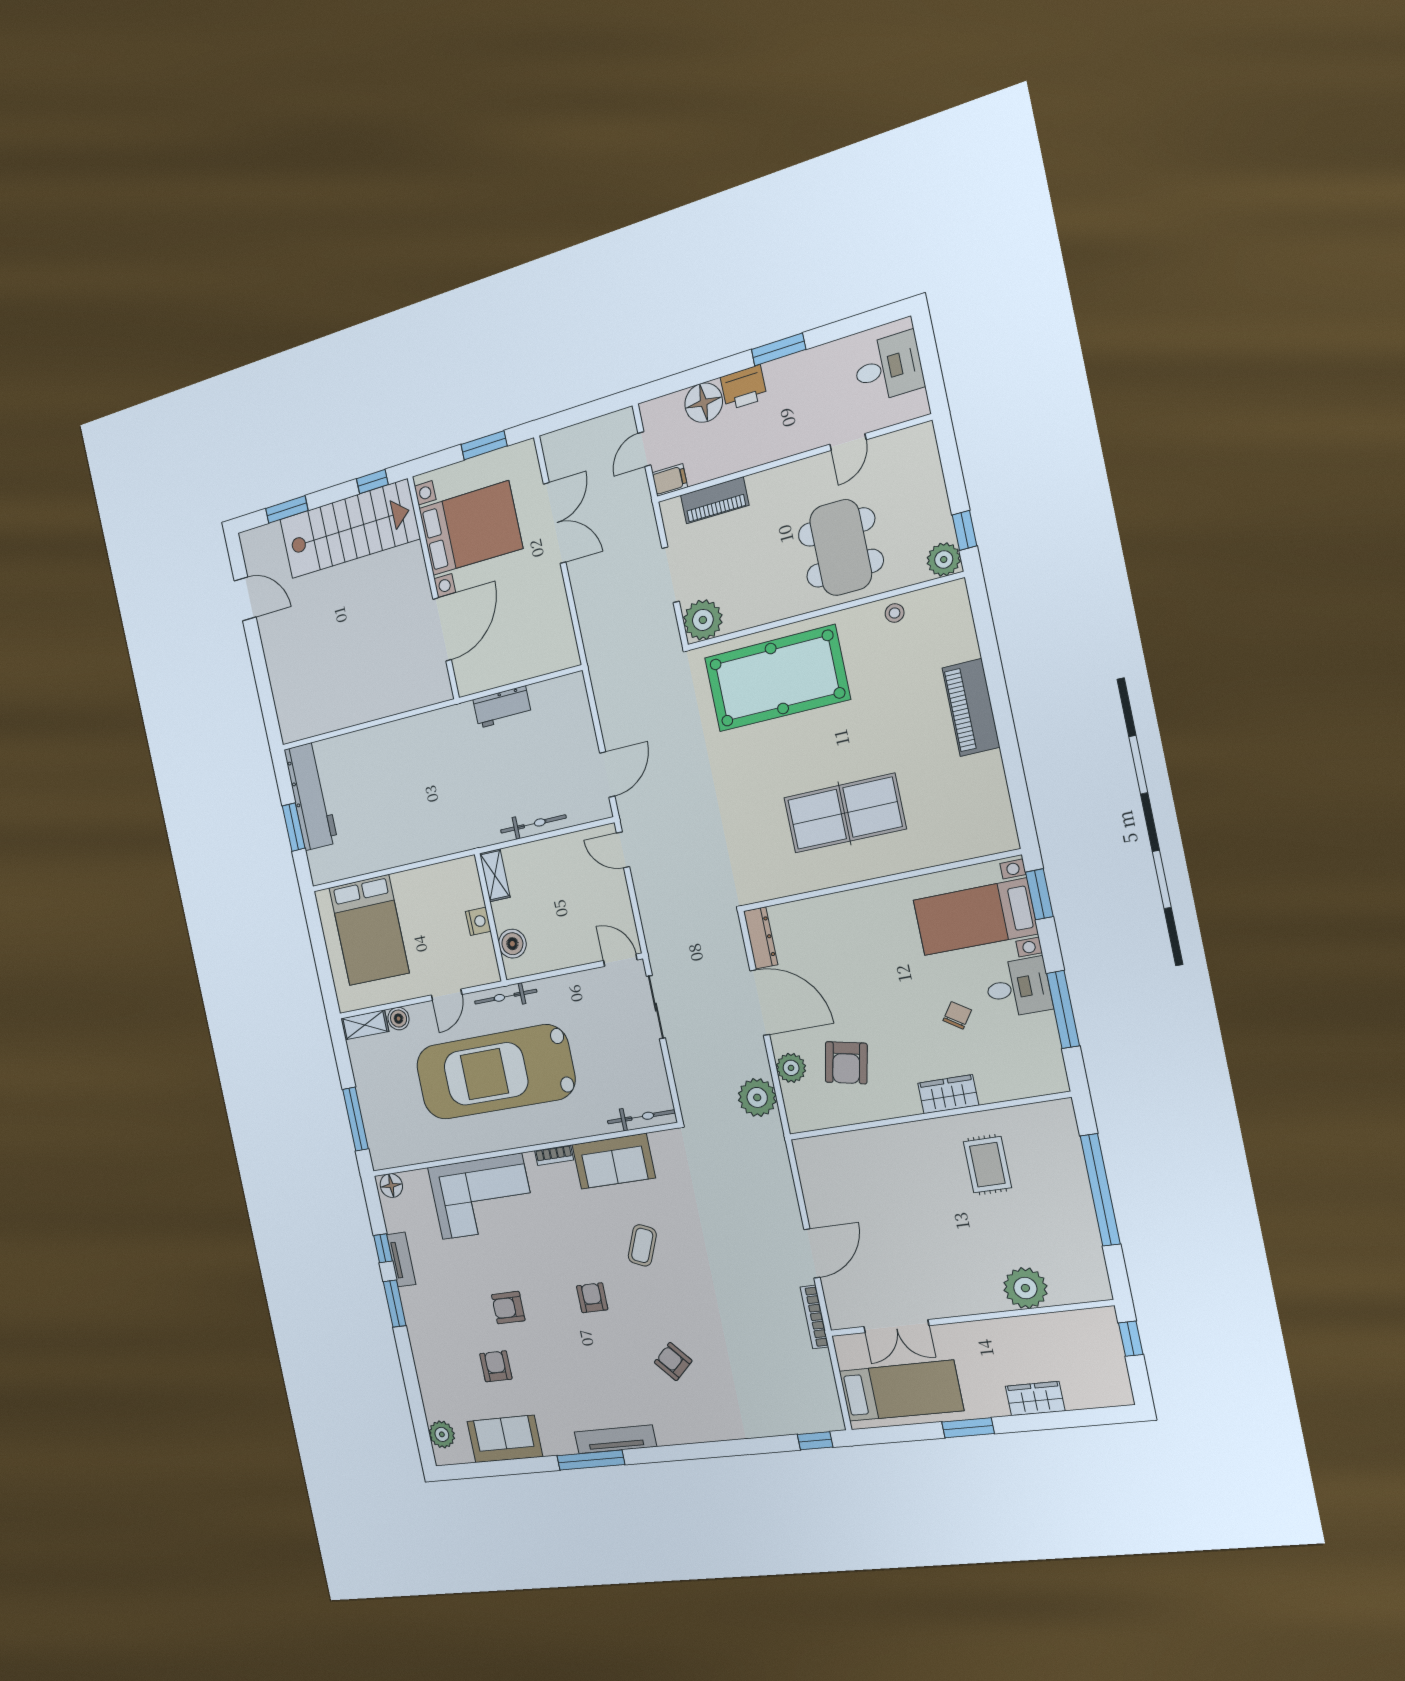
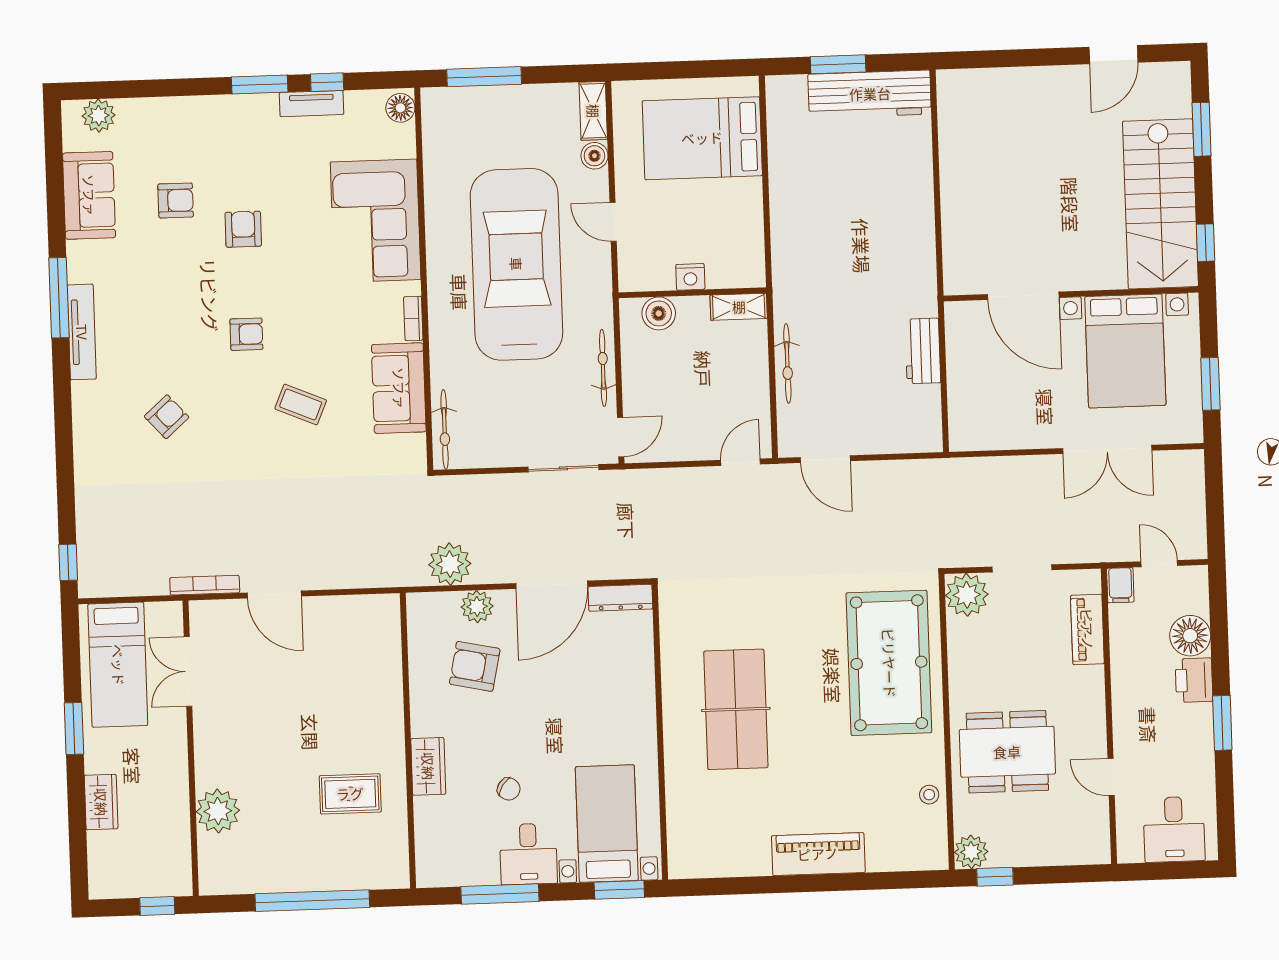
bicycle: (506, 997) -> (603, 368), moved

